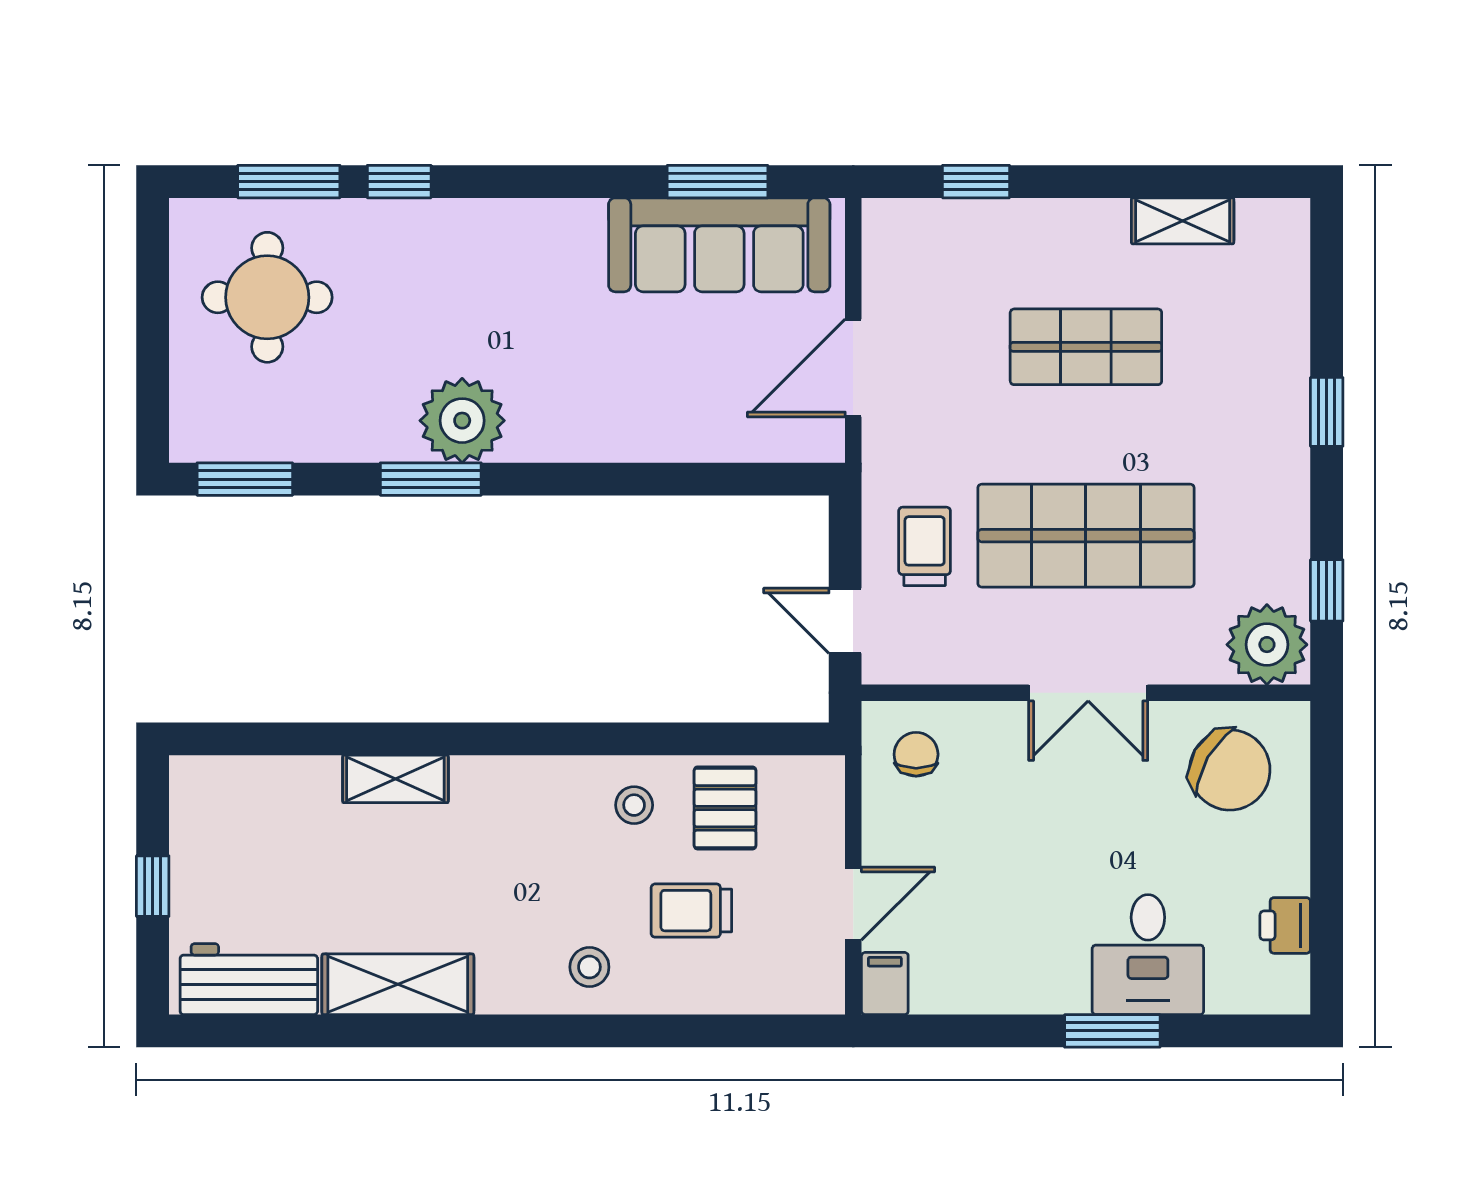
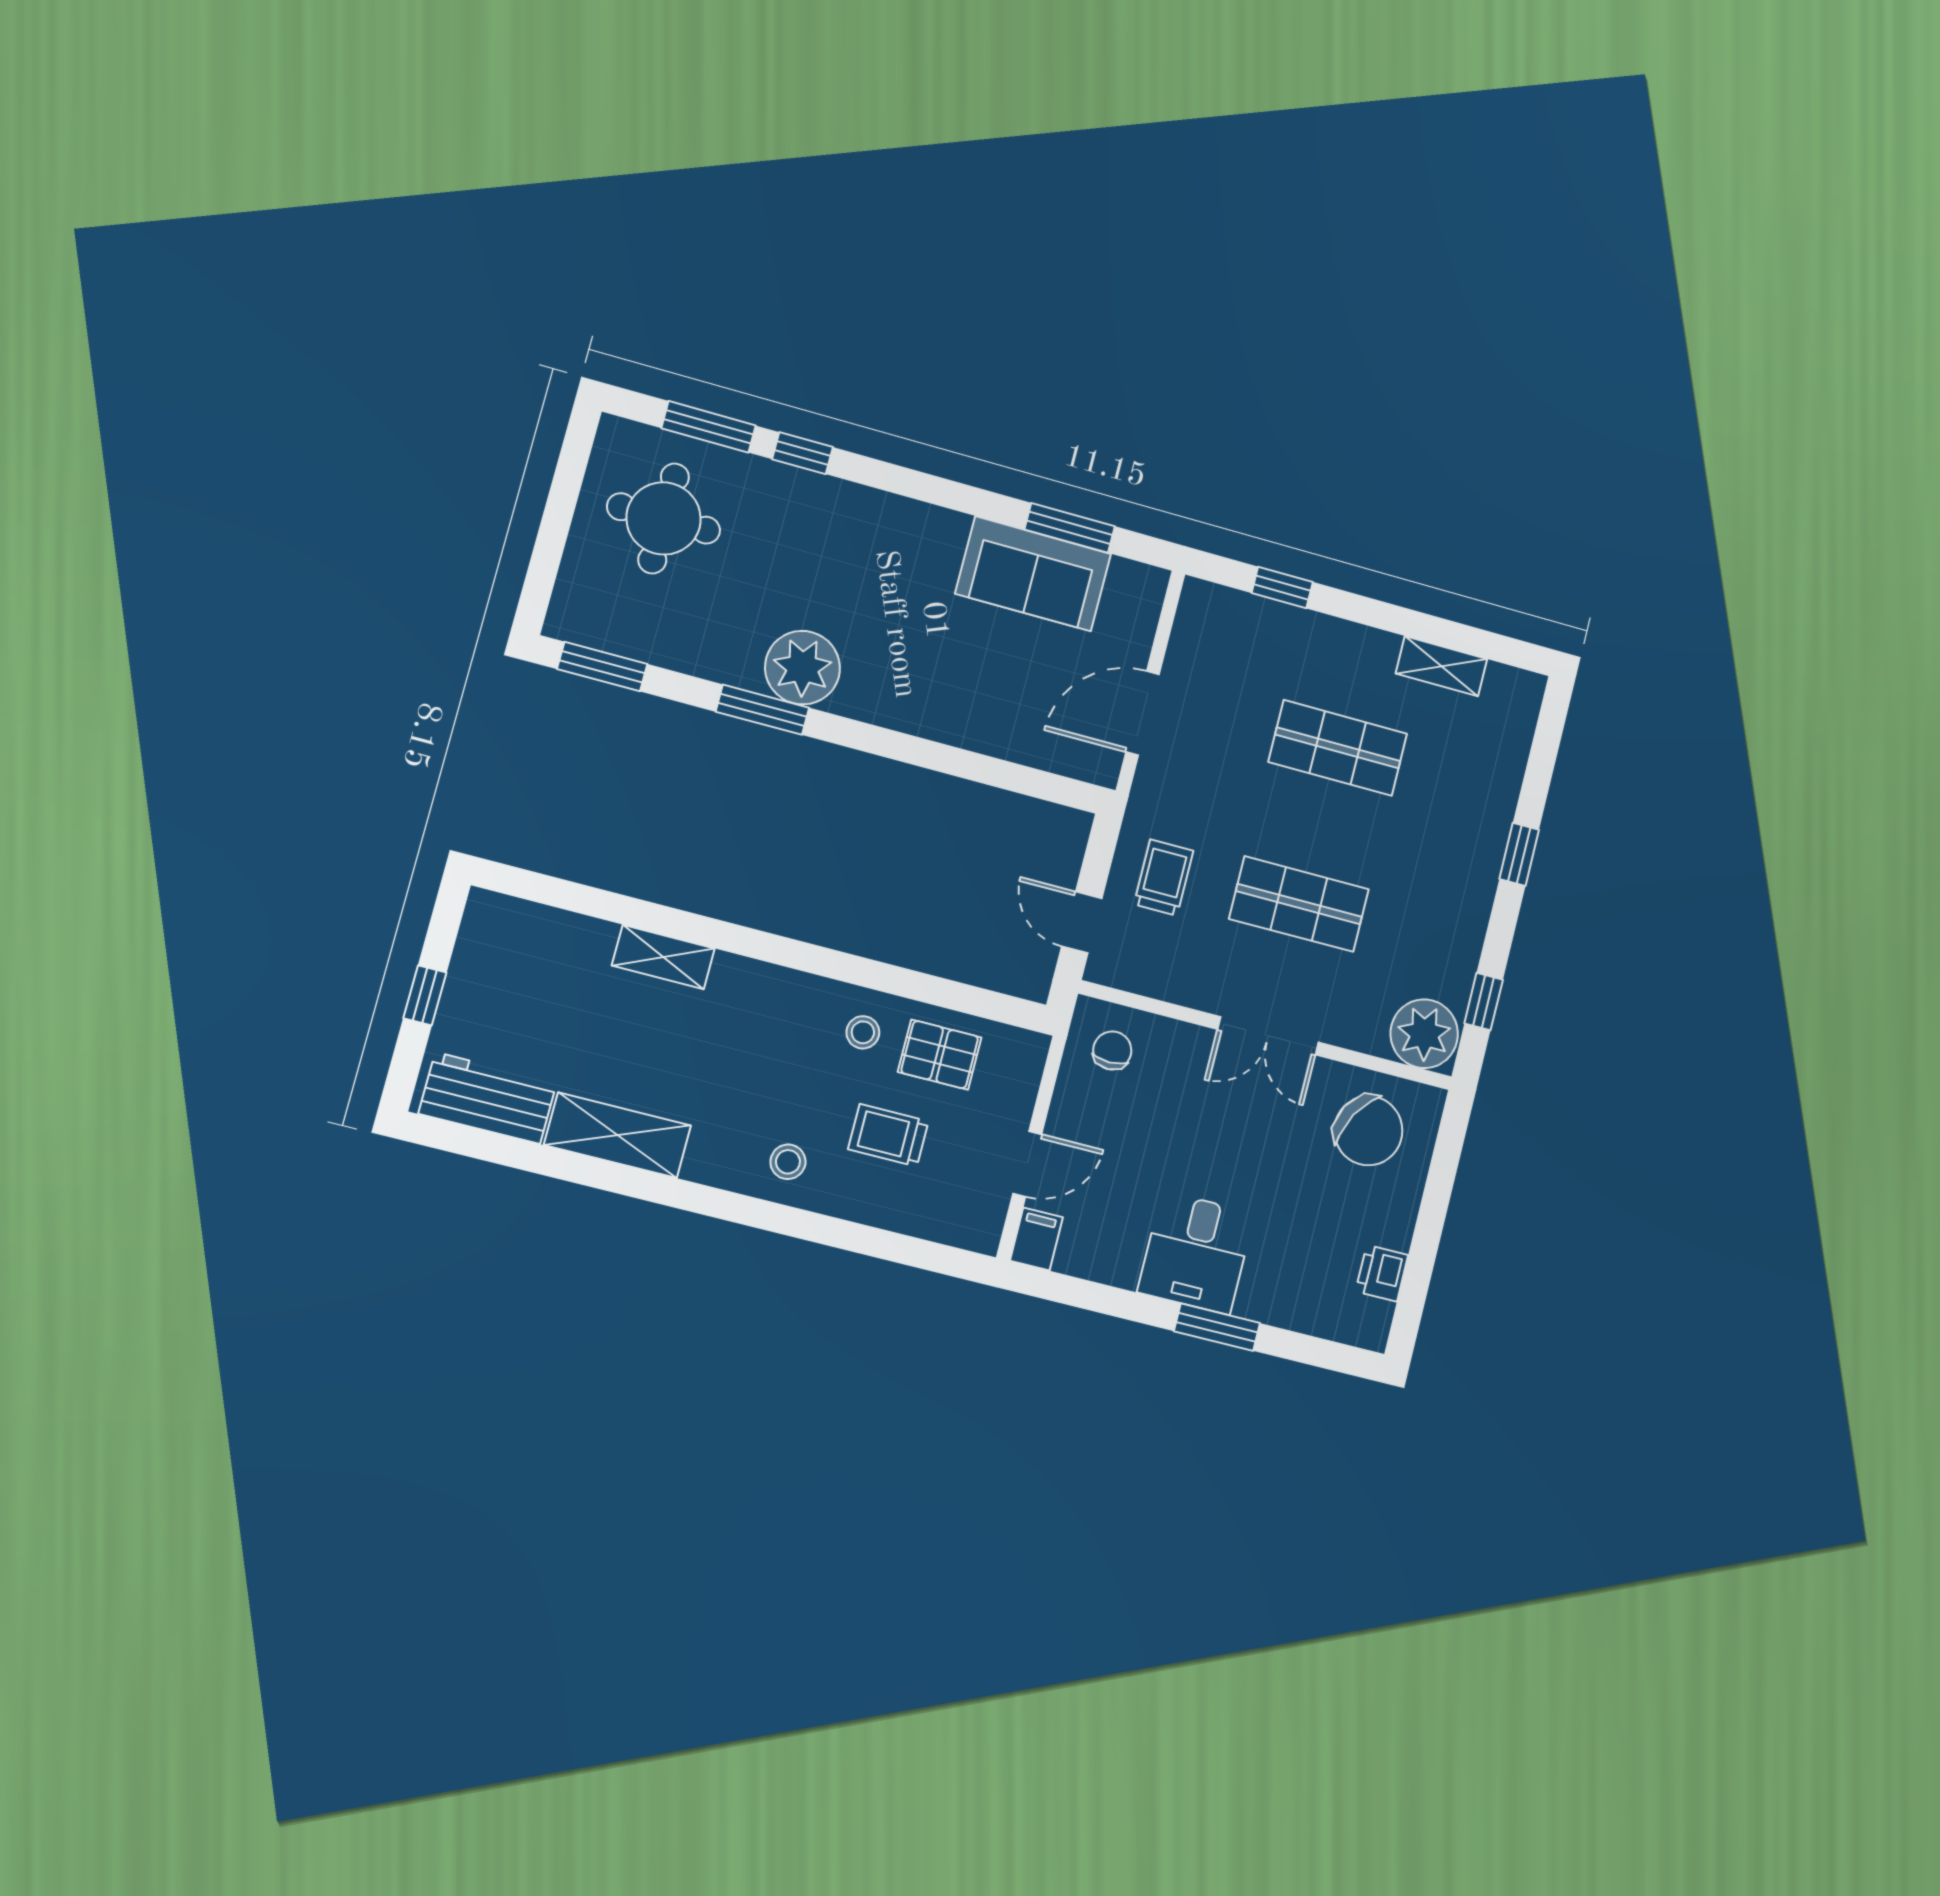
sofa: (719, 245) -> (1033, 574), width x0.73
shop shelf: (1086, 536) -> (1299, 904), width x0.70, depth x0.74
pallet: (725, 808) -> (940, 1055), turned 90
desk: (1148, 955) -> (1196, 1253), moved

